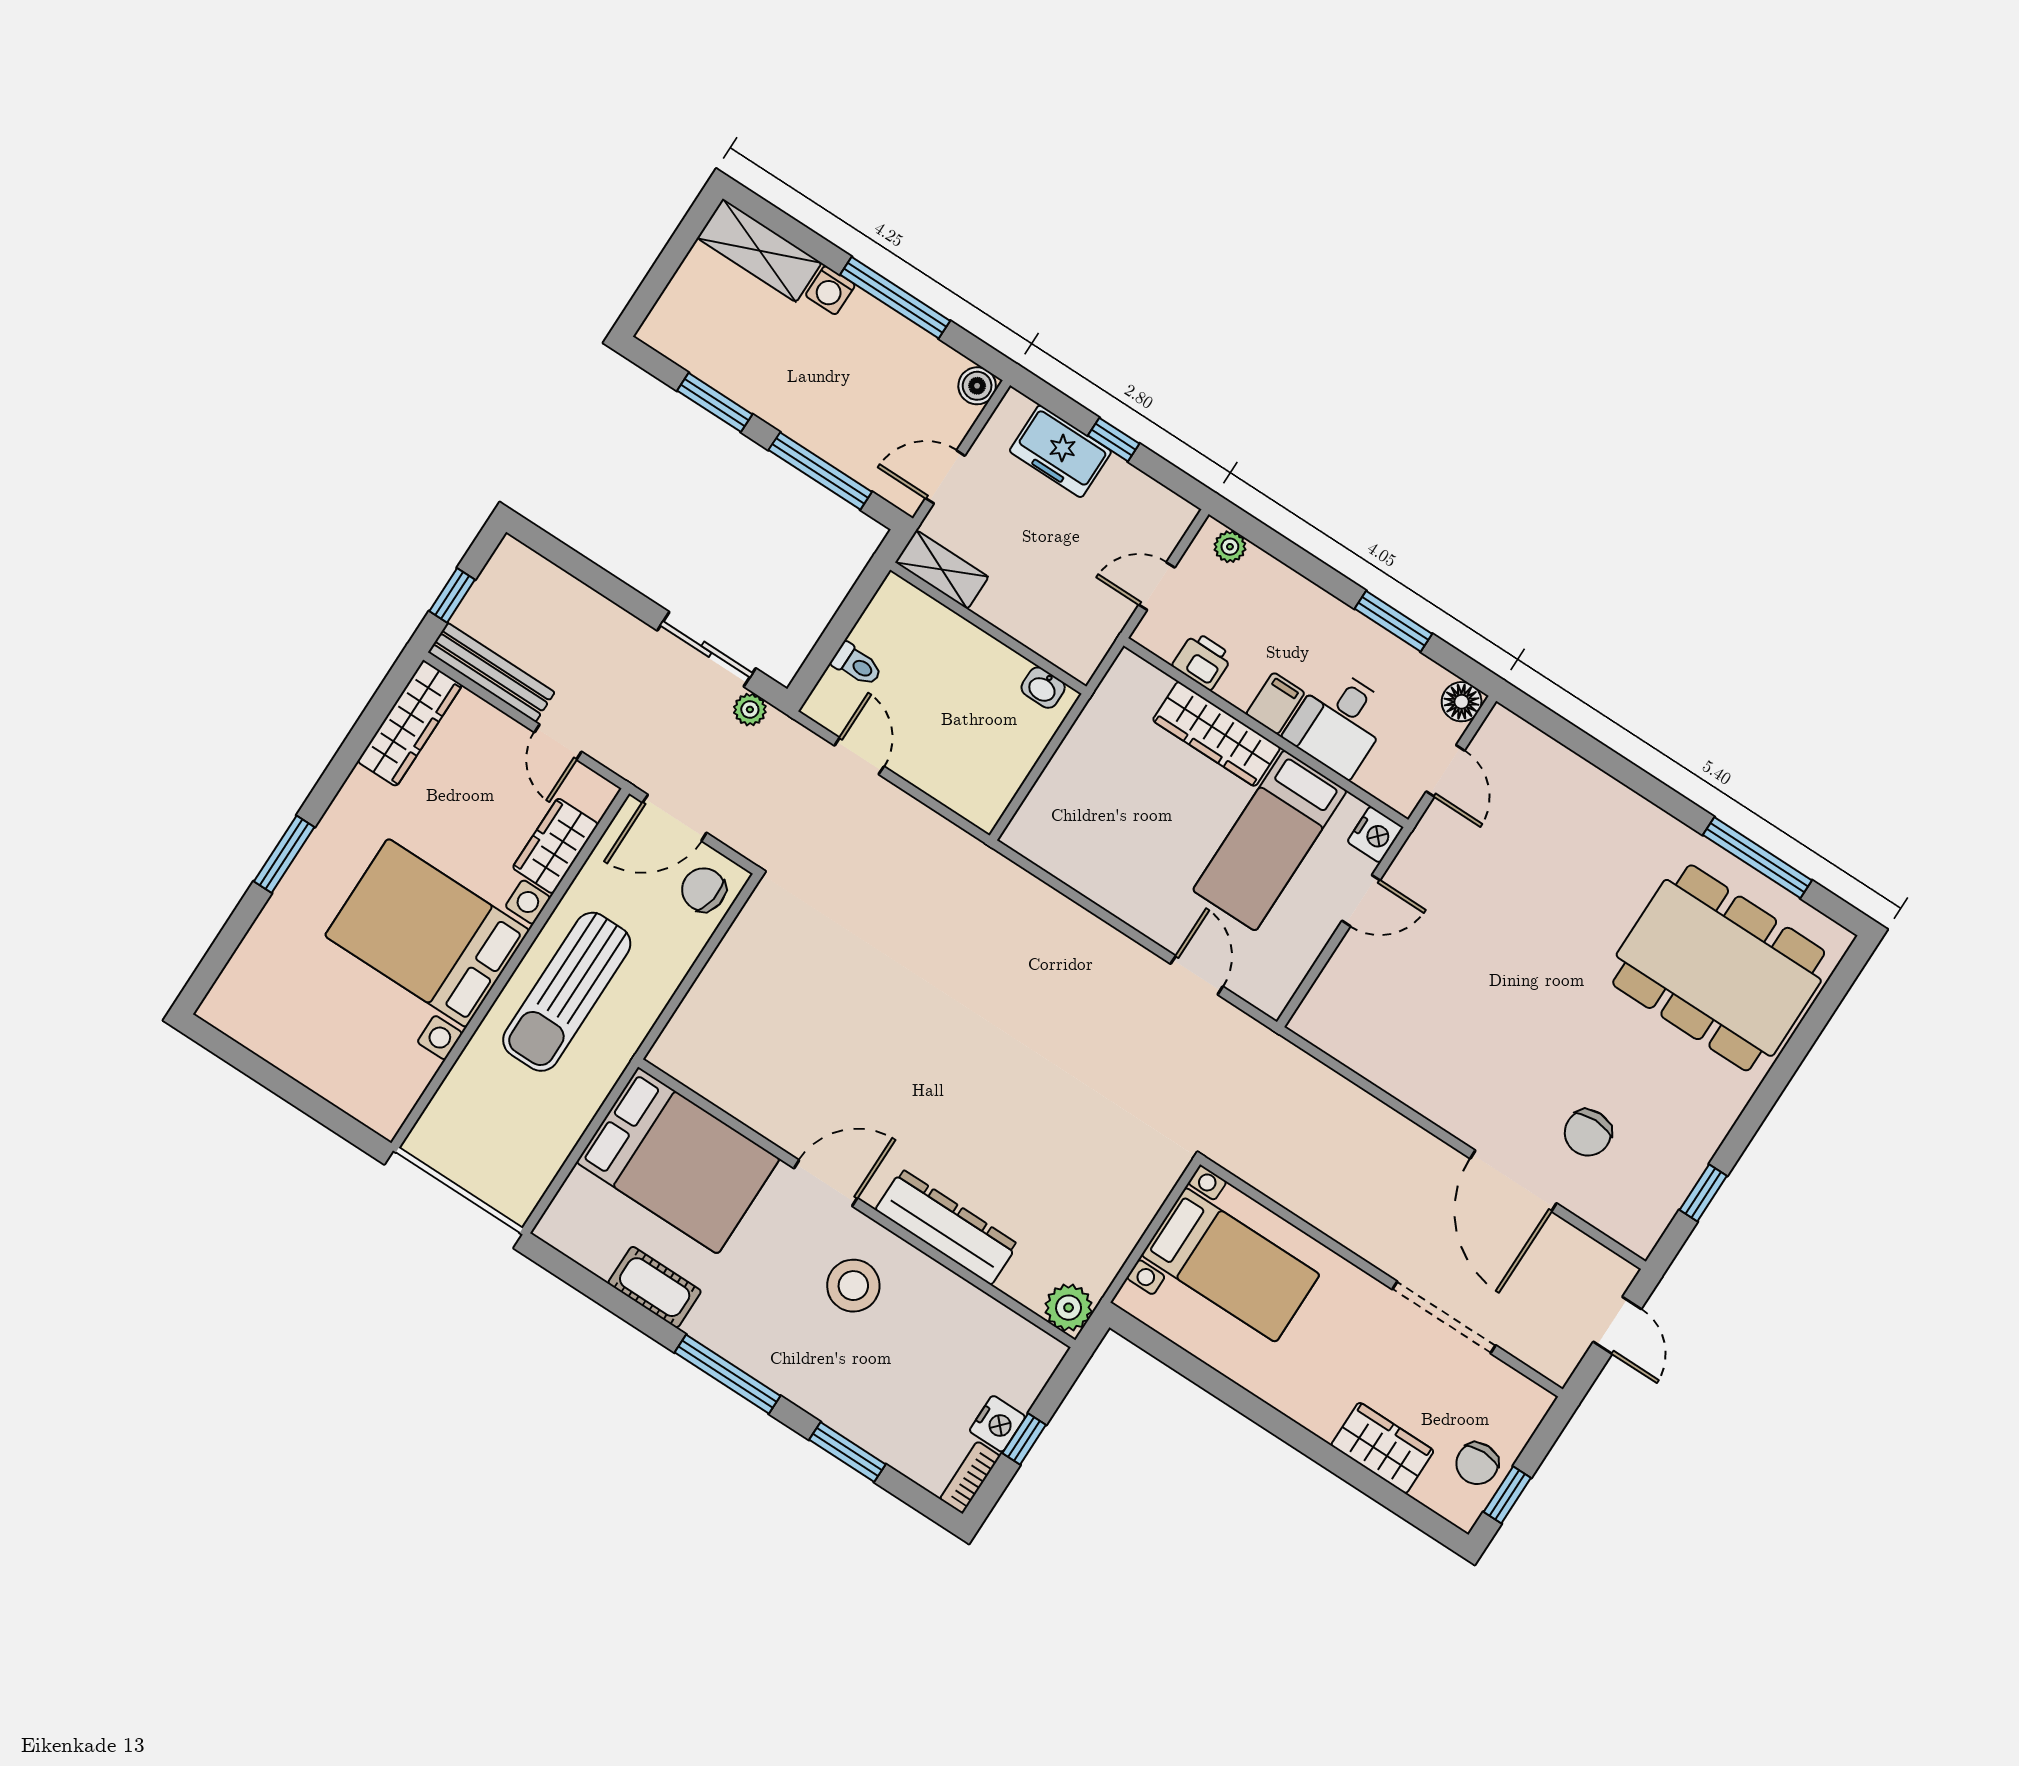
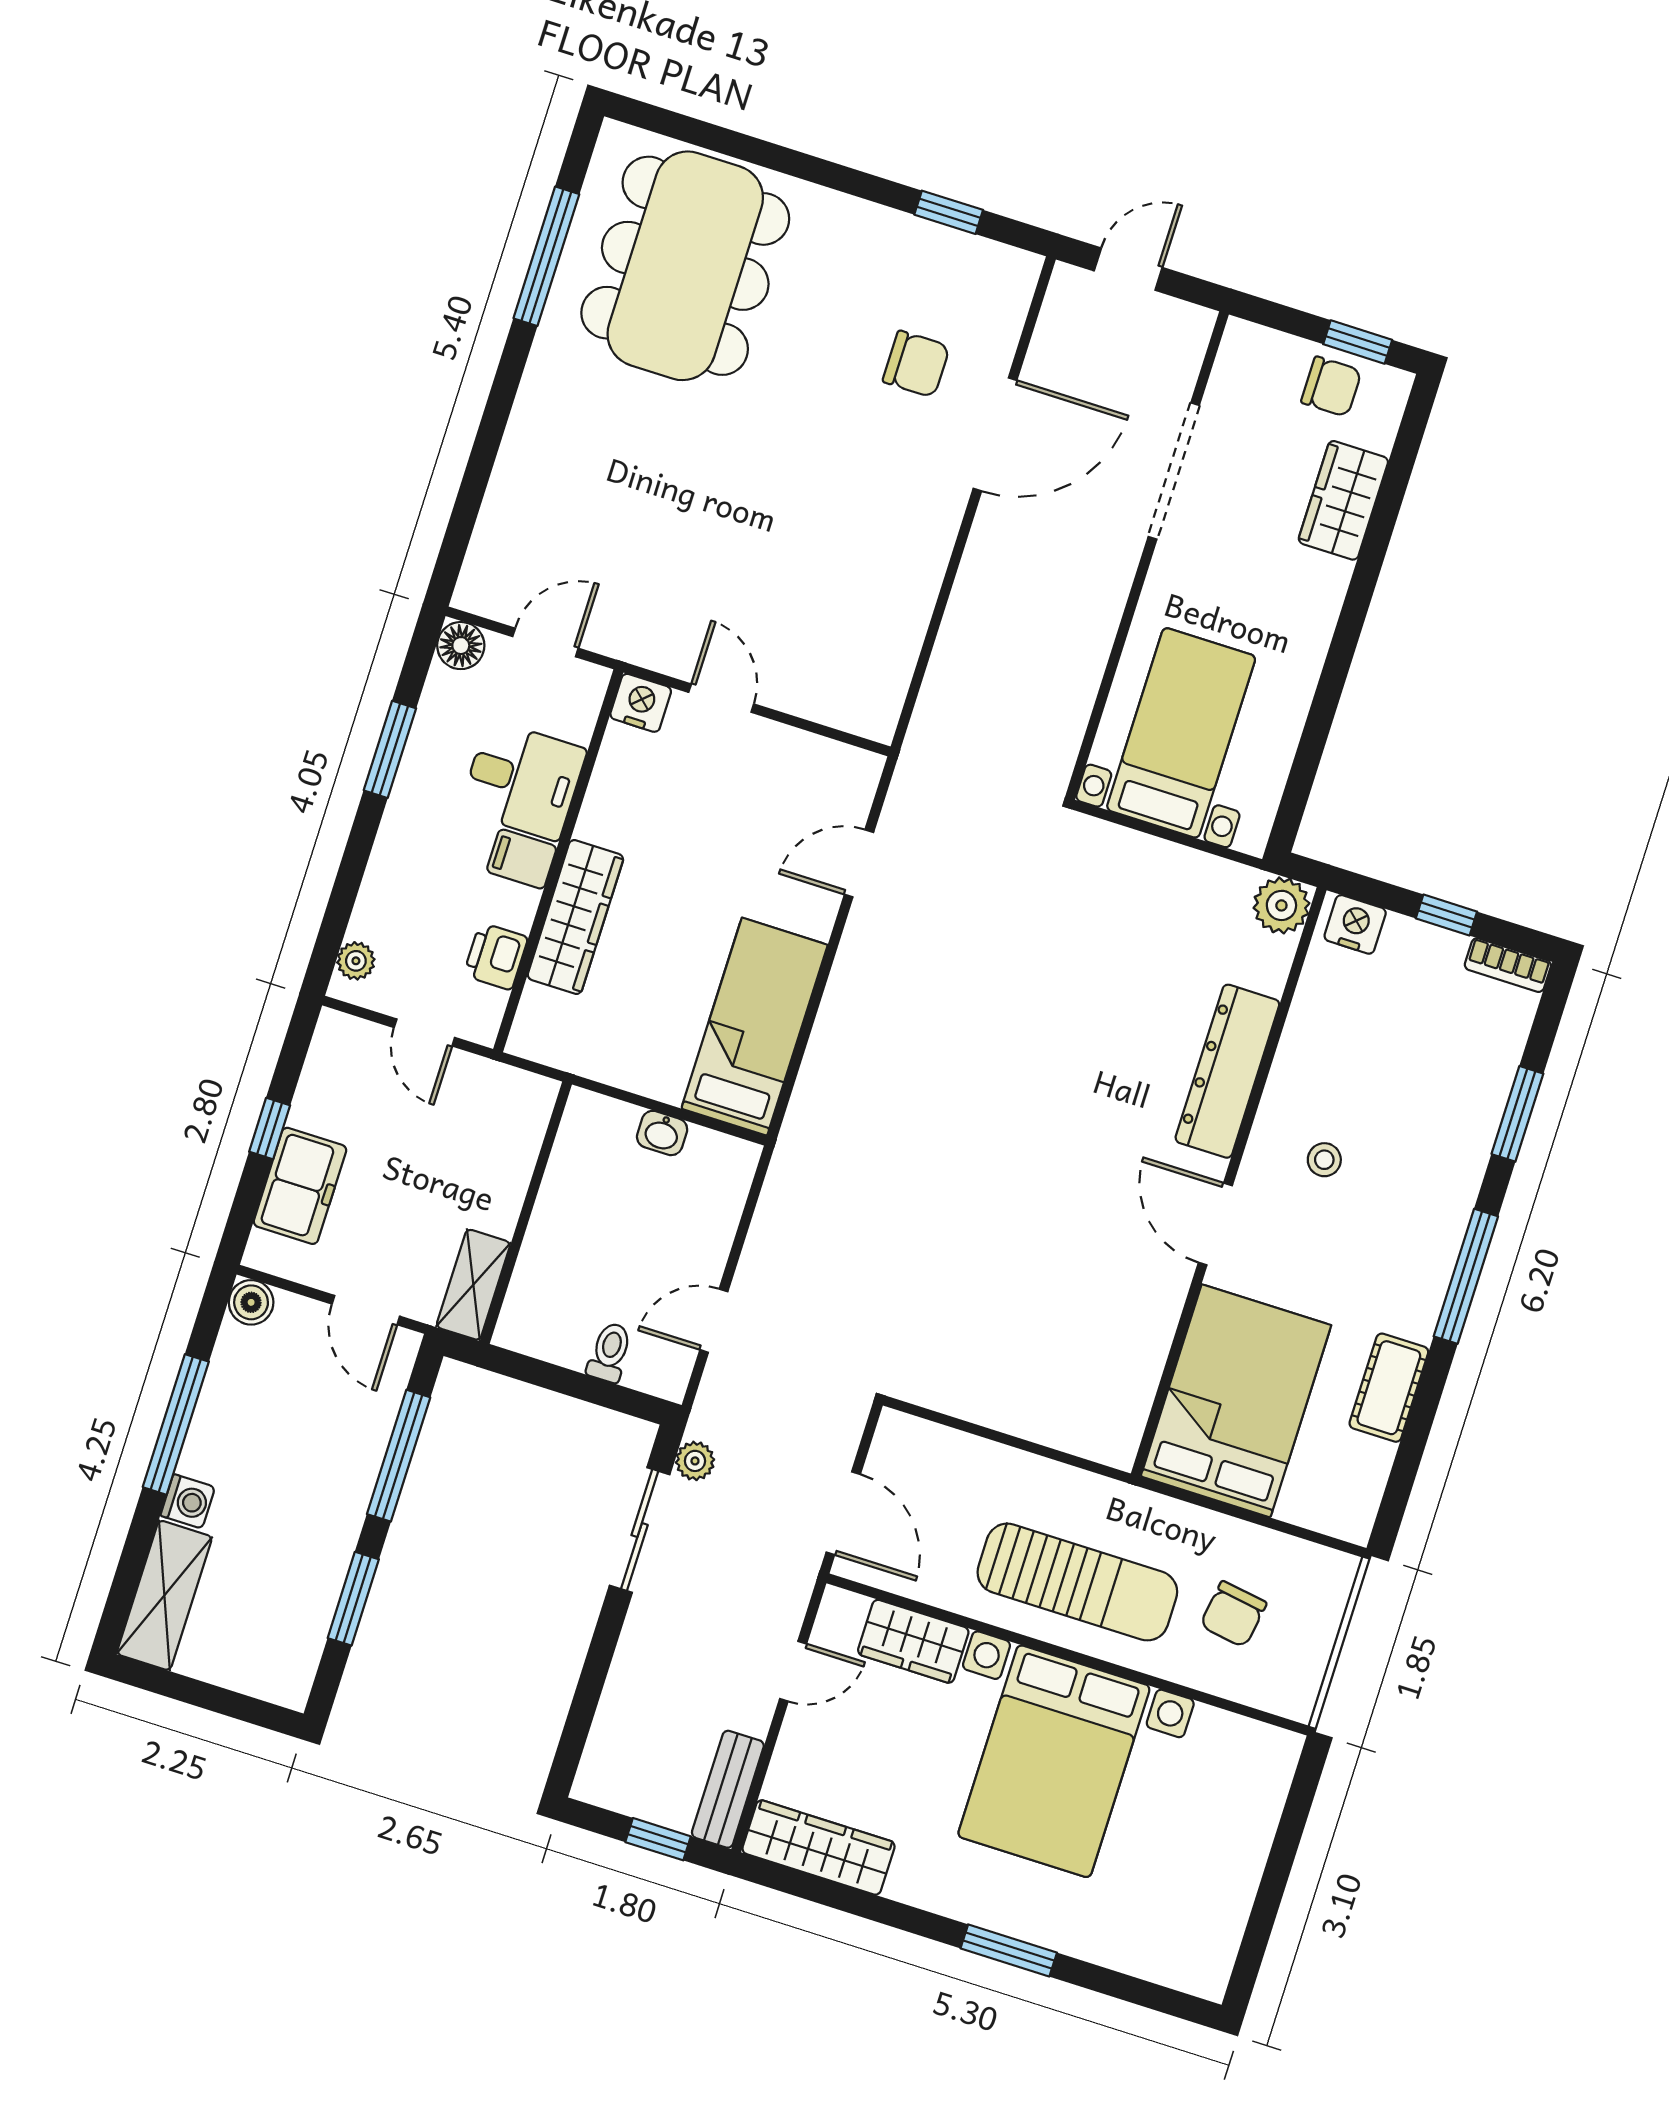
bench: (491, 672) -> (728, 1789), width x0.73
washbasin: (1043, 688) -> (662, 1133), moved, turned 90
bed: (1270, 841) -> (754, 1027), moved, turned -90
chair: (704, 890) -> (1233, 1614), moved
stool: (853, 1286) -> (1324, 1160), width x0.53, depth x0.53
nightstand: (997, 1424) -> (1355, 924), moved

